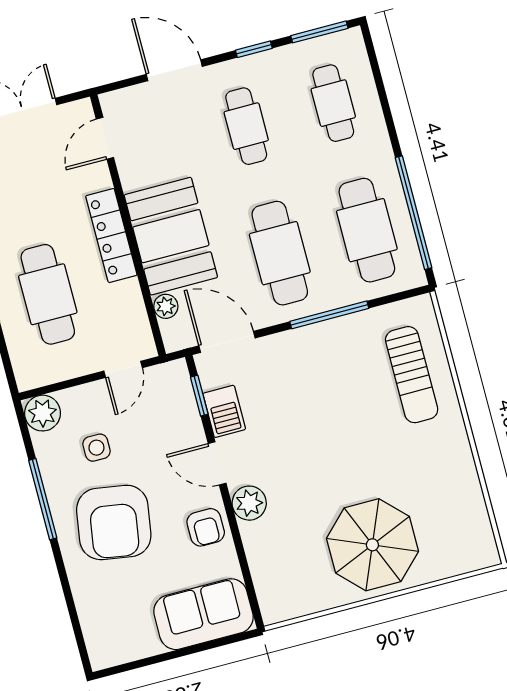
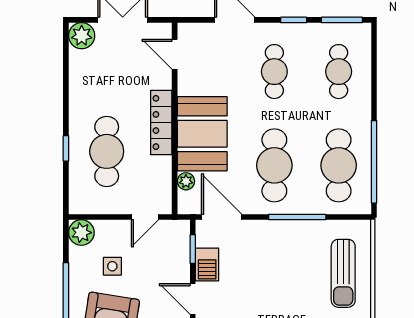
door: (105, 138) -> (175, 54), hinge flipped

